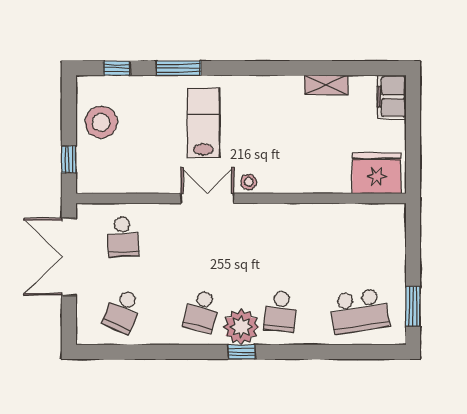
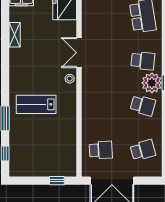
stool: (101, 122) -> (36, 162), removed
double door: (207, 198) -> (79, 53), moved
school desk: (123, 311) -> (143, 150), turned -39

